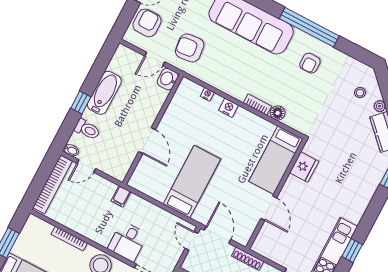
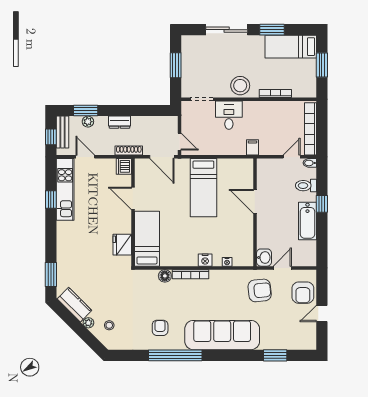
bookcase: (257, 105) -> (191, 274), width x1.56
dishwasher: (261, 245) -> (124, 166), added

